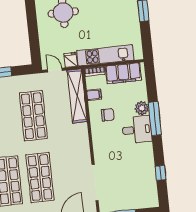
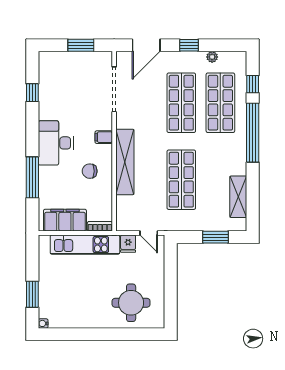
filing cabinet: (94, 95) -> (104, 137), moved
shelving: (77, 96) -> (125, 162), moved
plant: (142, 108) -> (47, 175), removed
window: (155, 119) -> (32, 177), moved
desk: (137, 130) -> (56, 143), width x1.37

